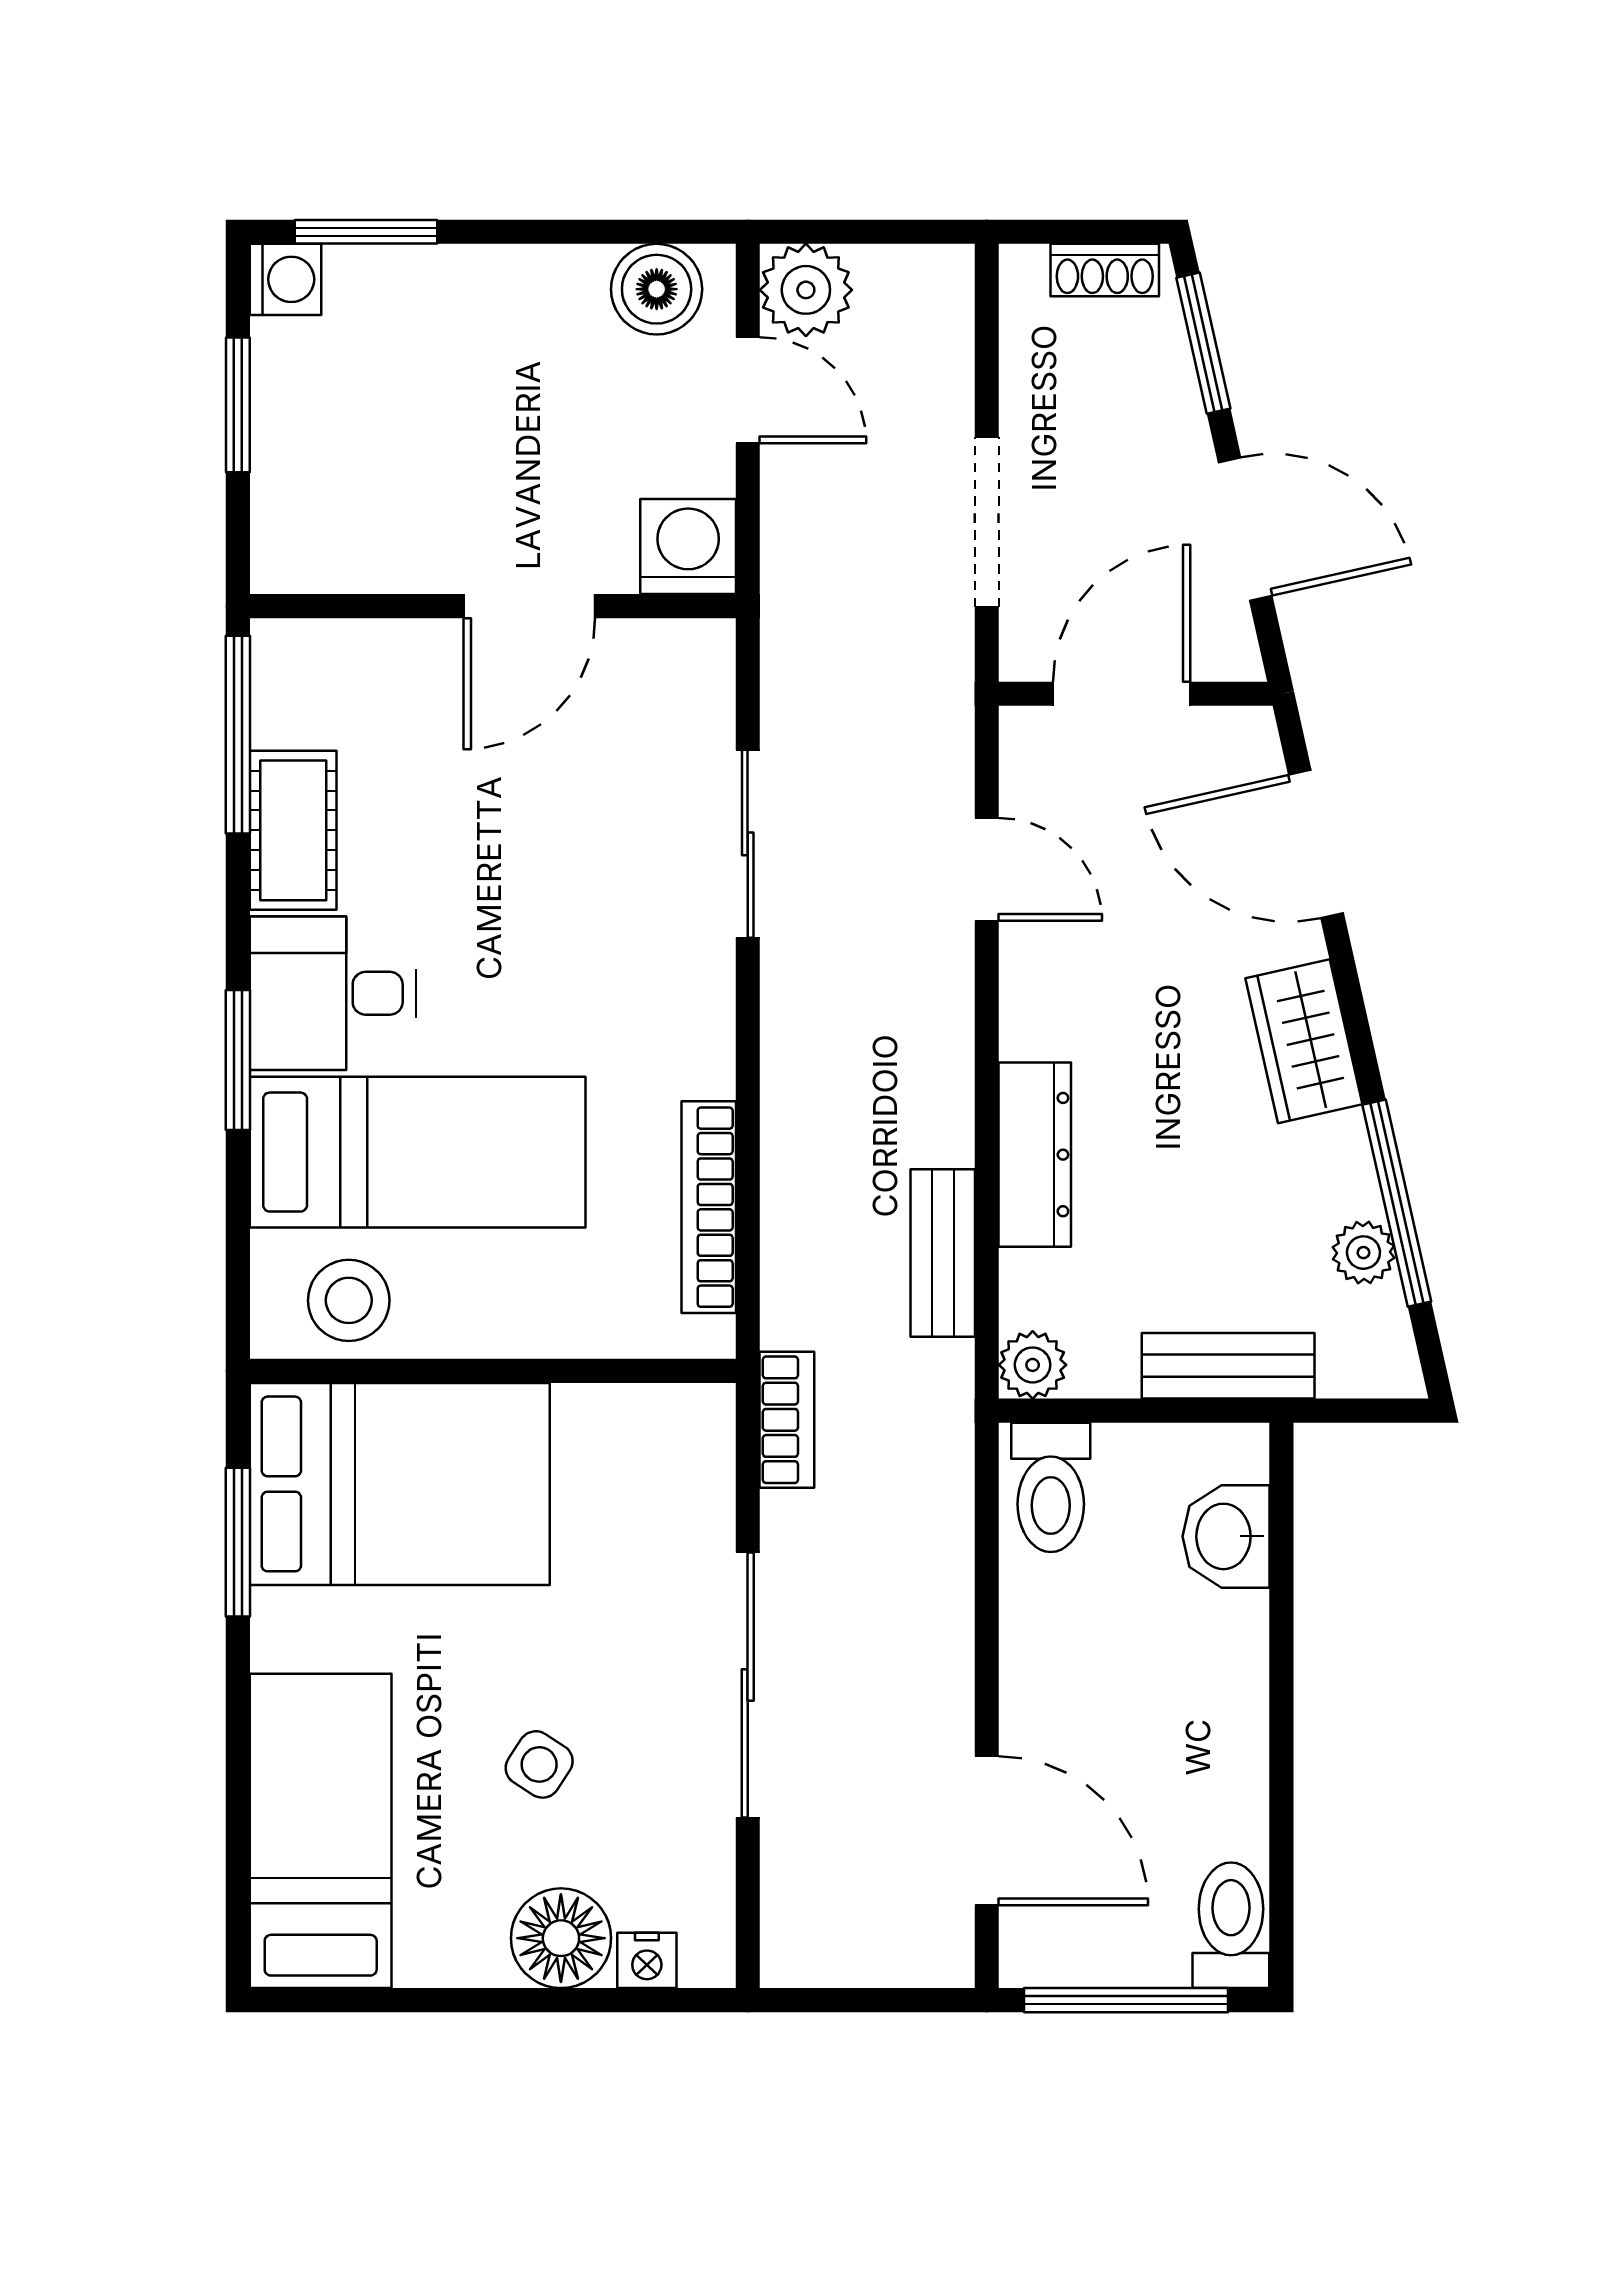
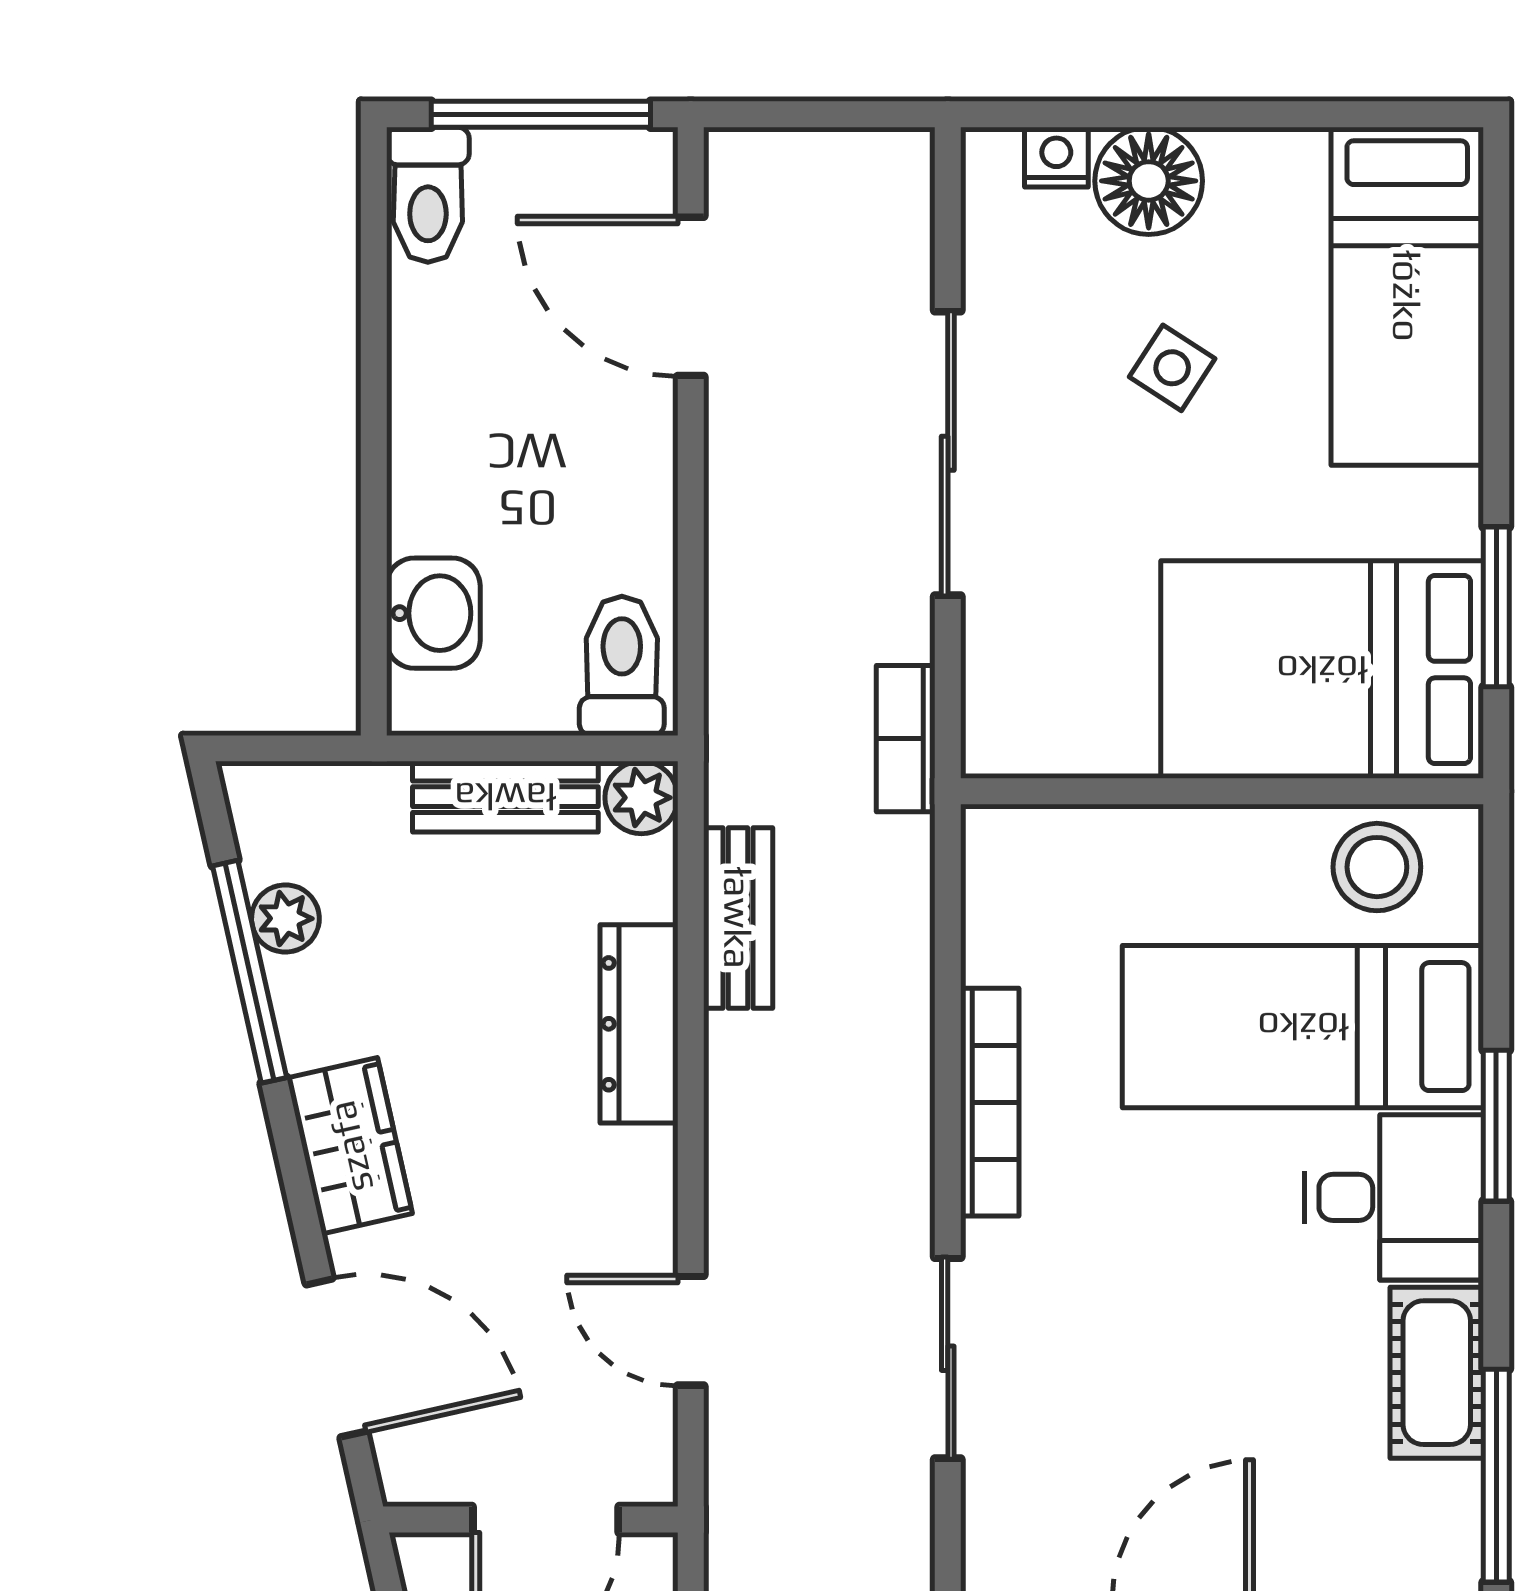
bookcase: (709, 1207) -> (990, 1102), moved
bench: (1228, 1366) -> (505, 797), moved

